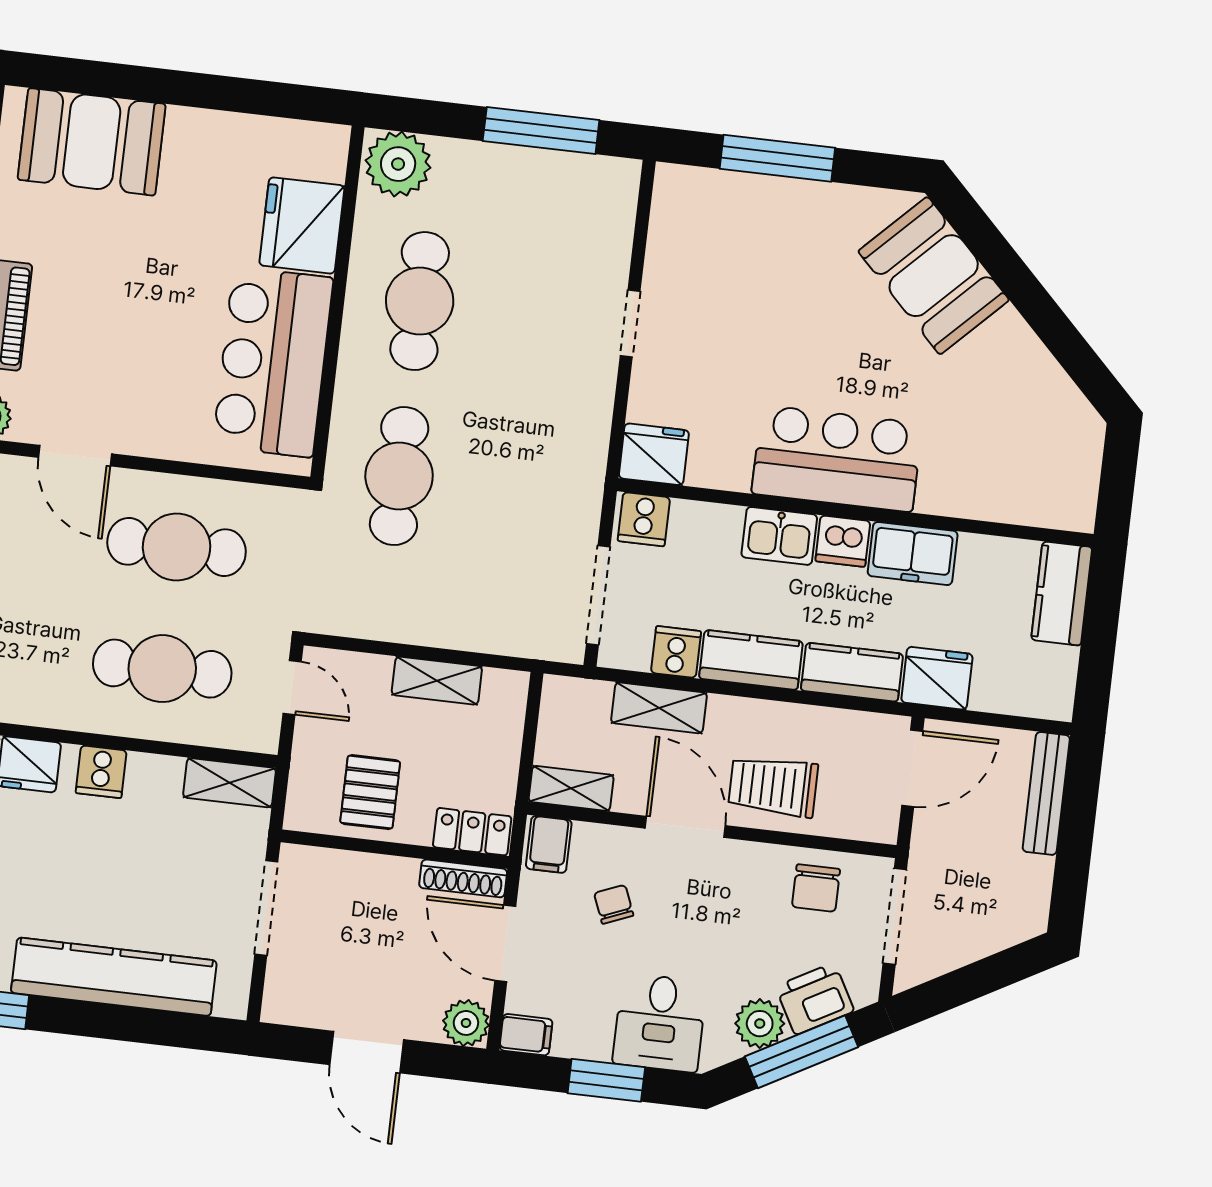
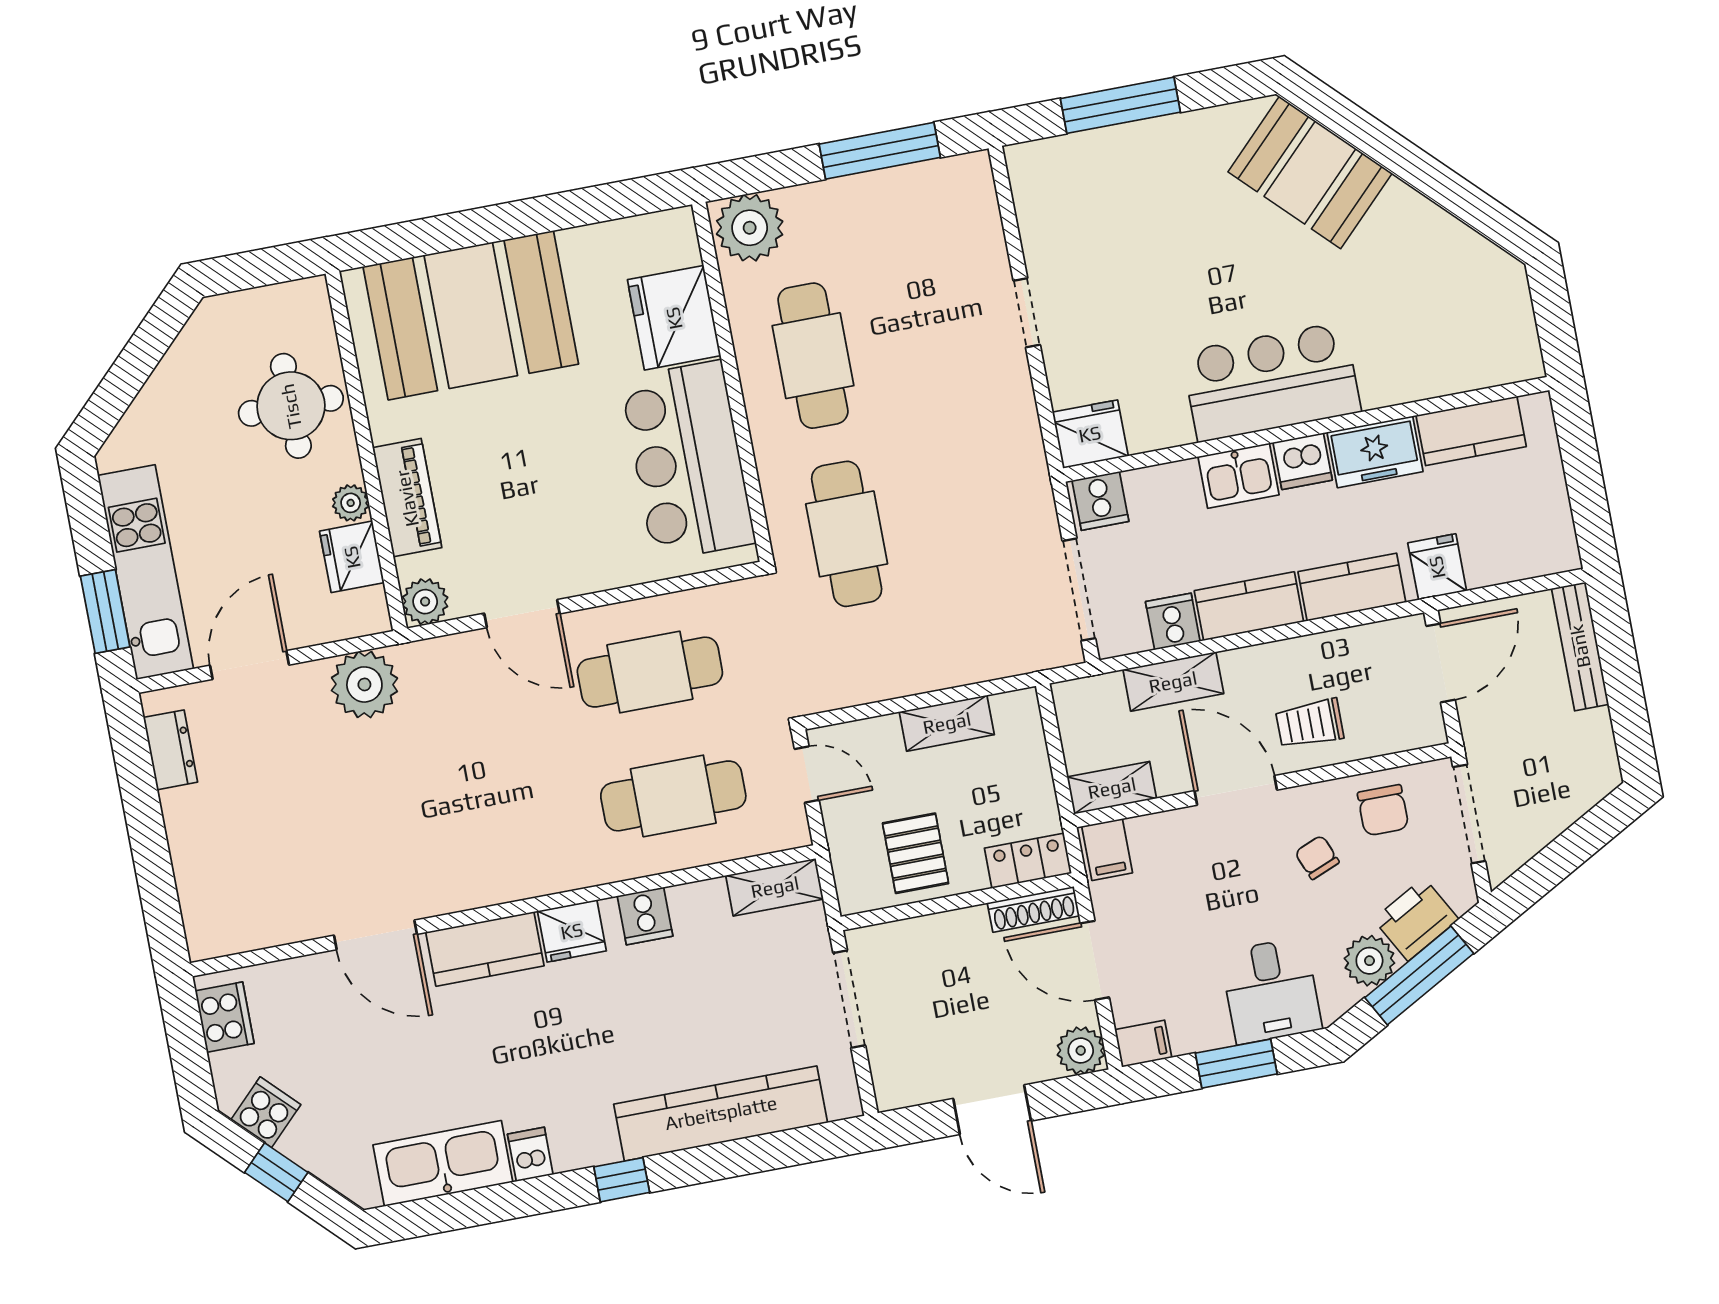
booth: (92, 142) -> (471, 315), width x1.36, depth x1.42
kitchen counter: (1062, 593) -> (1471, 431), moved, turned -90
fridge: (937, 678) -> (1437, 567), width x0.72
trolley: (773, 786) -> (1310, 724), width x0.73, depth x0.72
chair: (614, 904) -> (1317, 857), moved

